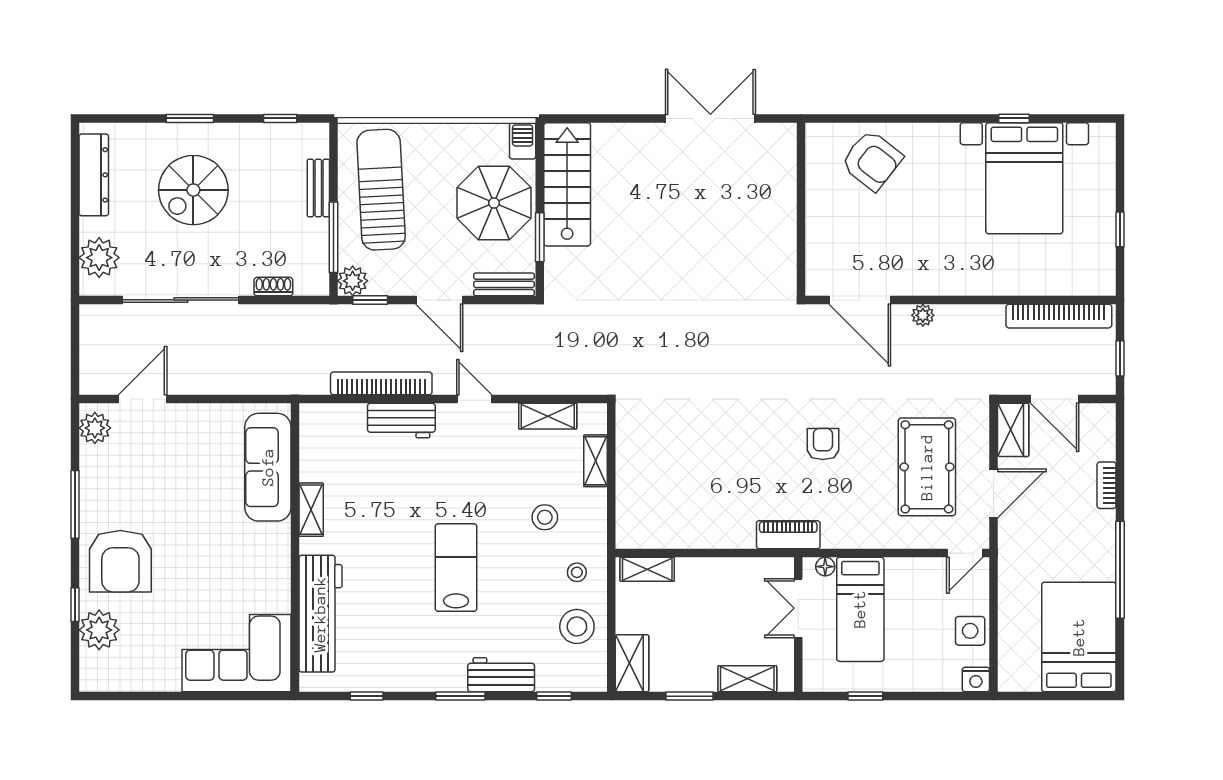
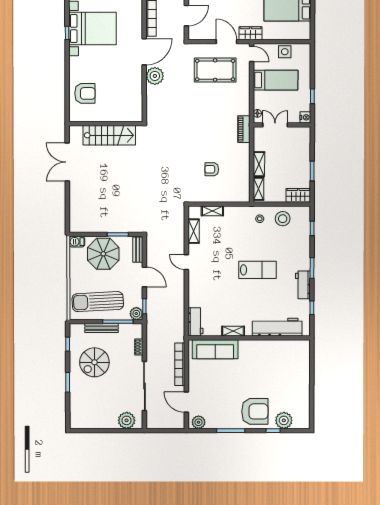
armchair: (872, 160) -> (85, 93), turned 52
dresser: (94, 175) -> (92, 423), removed
stairs: (567, 184) -> (109, 135), moved, turned 180
bench: (318, 188) -> (101, 328), width x1.36
spiral stairs: (193, 190) -> (94, 362), moved, turned 90
door: (439, 300) -> (144, 277), hinge flipped
door: (860, 300) -> (144, 52), moved
plant: (923, 315) -> (155, 76), width x1.88, depth x1.88
bookcase: (381, 383) -> (180, 364), moved
door: (474, 399) -> (186, 262), hinge flipped
workbench: (401, 421) -> (195, 322), moved
wardrobe: (1013, 430) -> (250, 33), moved
armchair: (823, 444) -> (212, 169), moved
stool: (545, 517) -> (236, 232), removed
lab bench: (456, 567) -> (258, 270), turned 180
double door: (798, 608) -> (275, 125), swing flipped
bed: (860, 609) -> (276, 80), moved
corner sofa: (237, 653) -> (294, 363), removed
workbench: (501, 675) -> (303, 285), moved
shelving: (747, 679) -> (259, 164), moved
nightstand: (976, 679) -> (305, 117), moved

